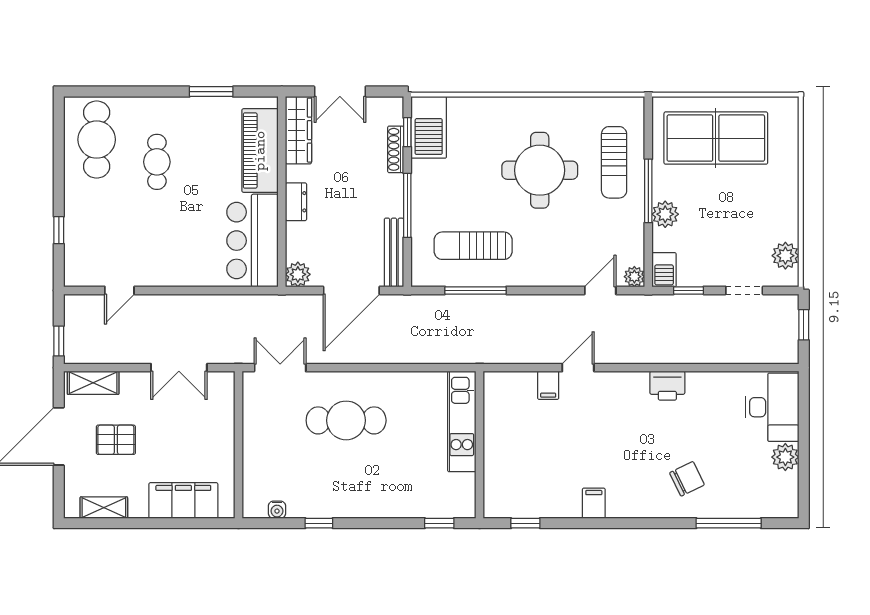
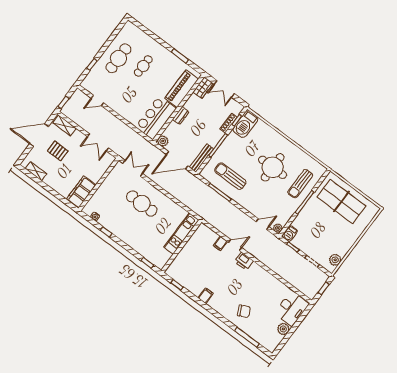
wardrobe: (298, 130) -> (203, 88), width x0.67
cafe table: (97, 140) -> (118, 58), moved
plant: (665, 214) -> (304, 215), removed
printer: (667, 386) -> (244, 261), moved
filing cabinet: (183, 500) -> (81, 192), moved, turned -90

